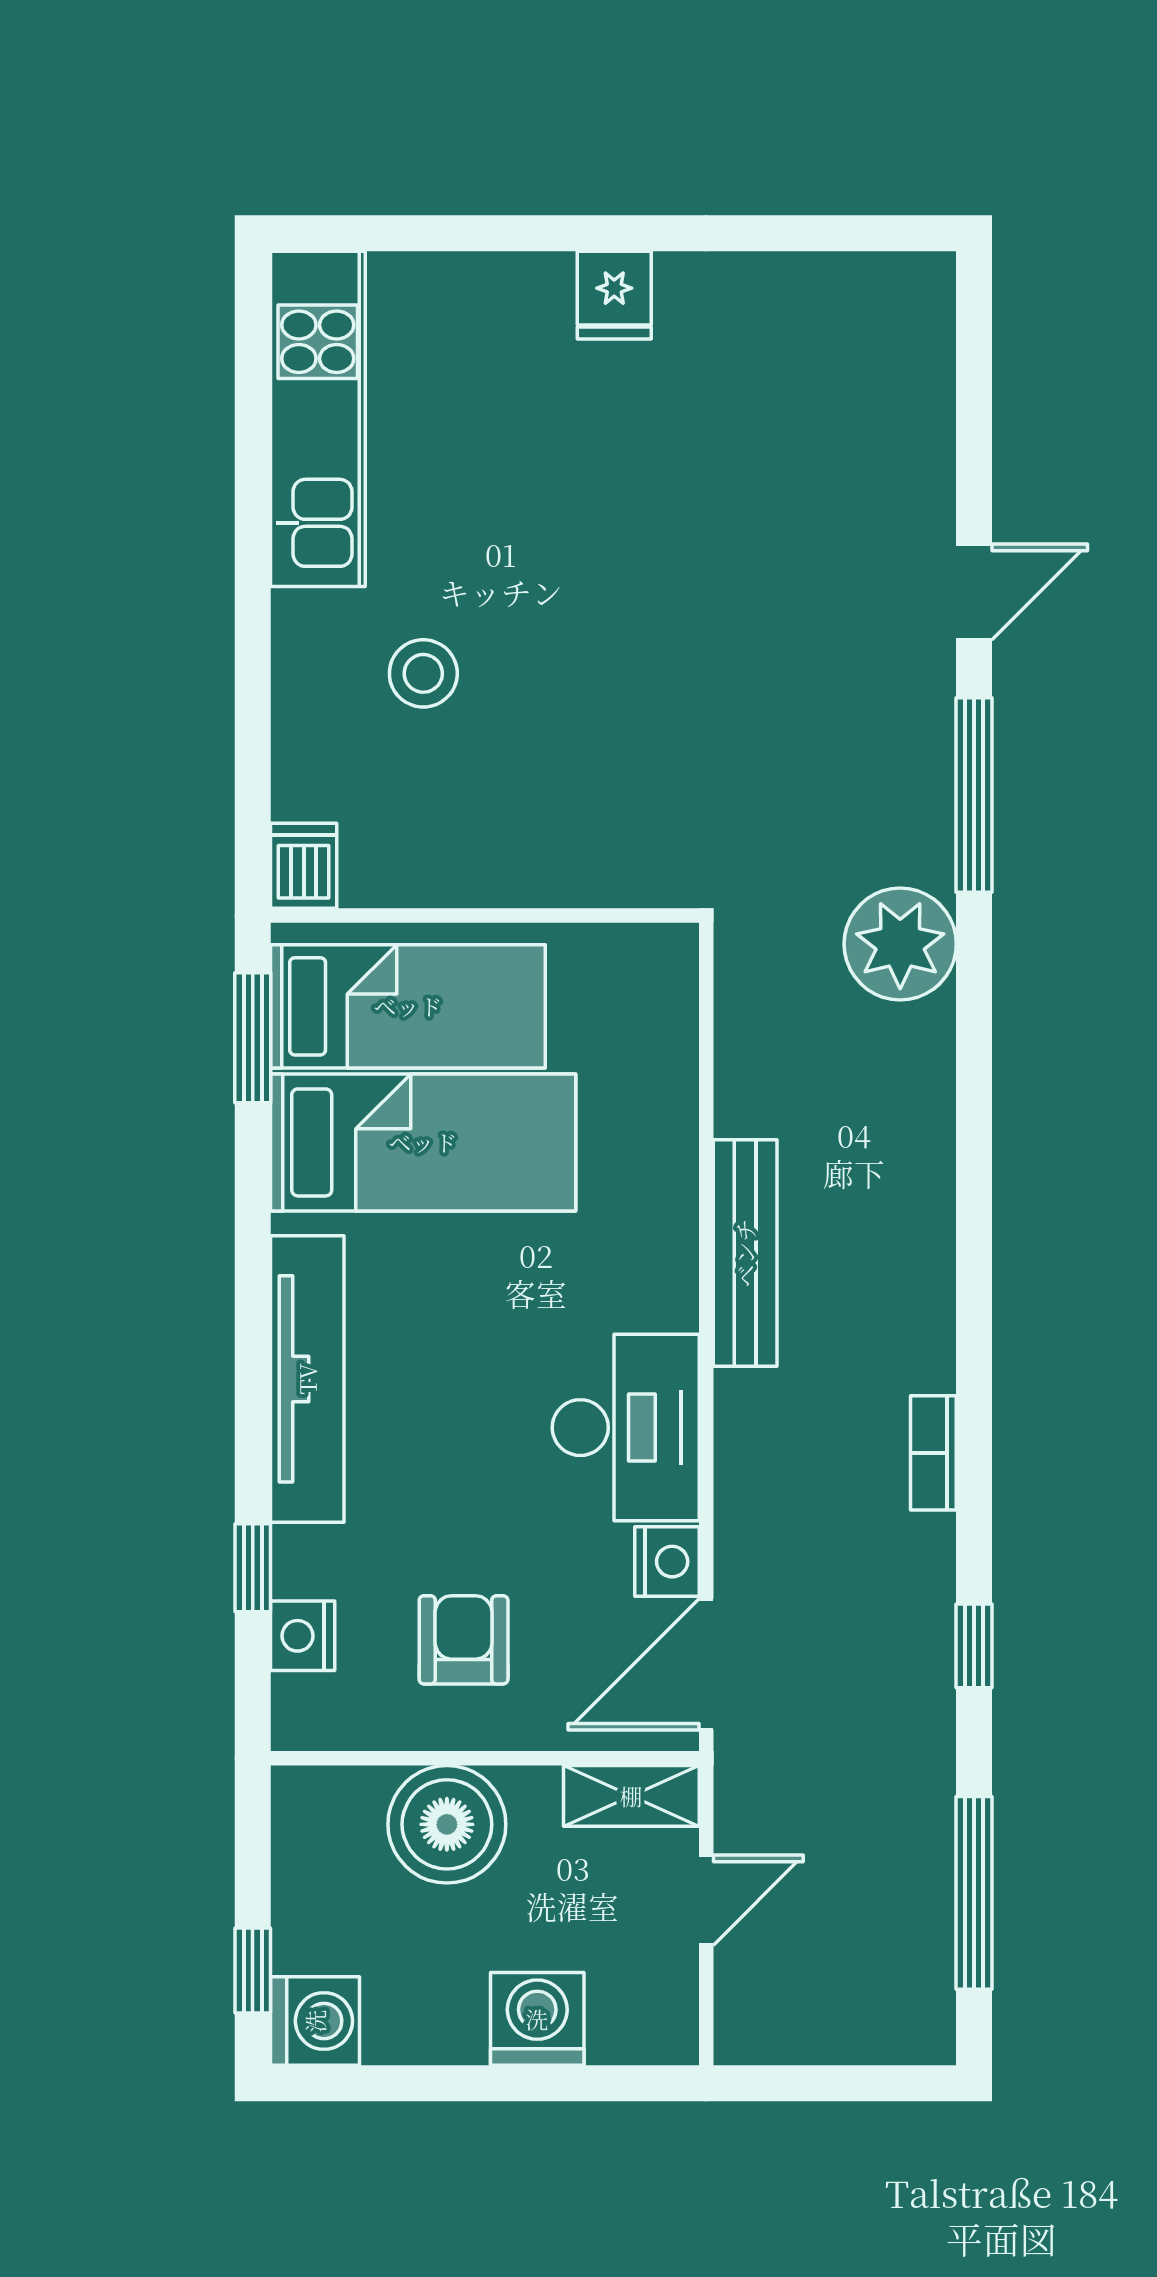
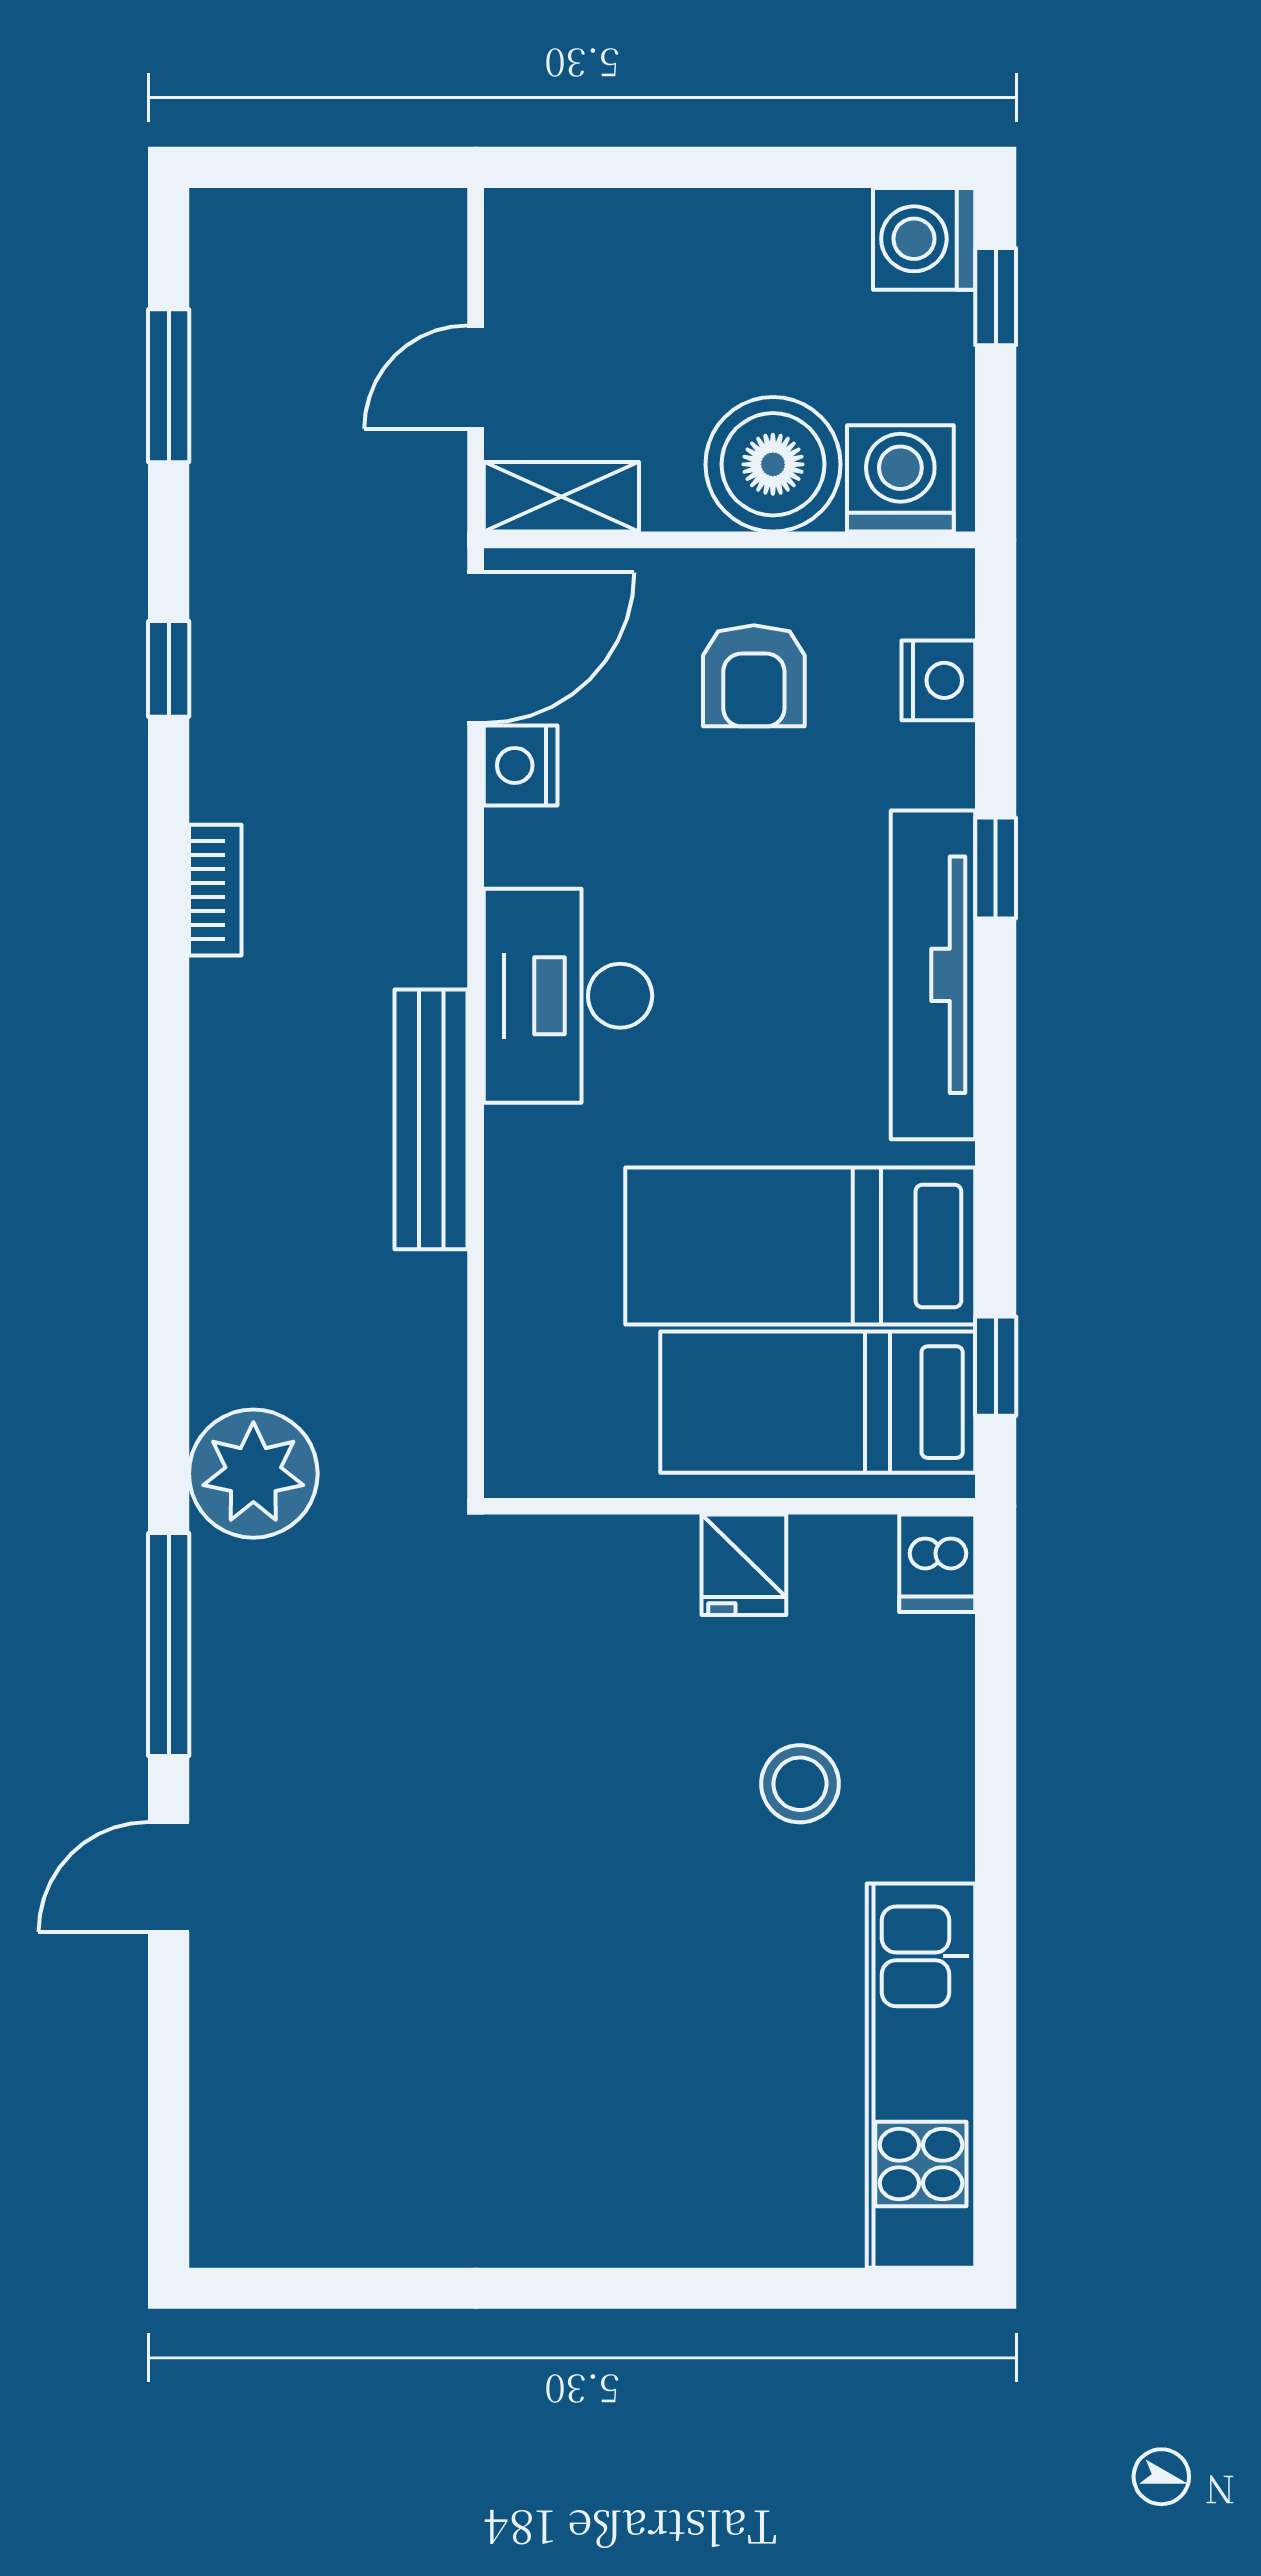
fridge: (614, 295) -> (744, 1565), moved, turned 180
window: (253, 1038) -> (996, 1366), width x0.67
desk: (626, 1428) -> (568, 996), moved
window: (253, 1568) -> (996, 868), moved
window: (974, 1893) -> (169, 386), width x0.69
washing machine: (537, 2019) -> (900, 478), moved, turned 180

